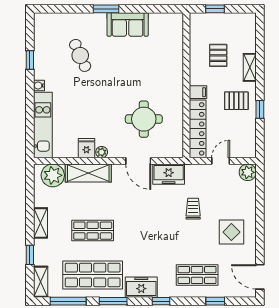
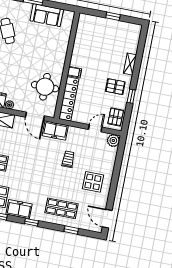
pallet: (218, 55) -> (116, 117), moved
wall: (186, 85) -> (67, 65), moved
filing cabinet: (198, 92) -> (74, 72), moved
locker: (198, 129) -> (69, 99), moved

